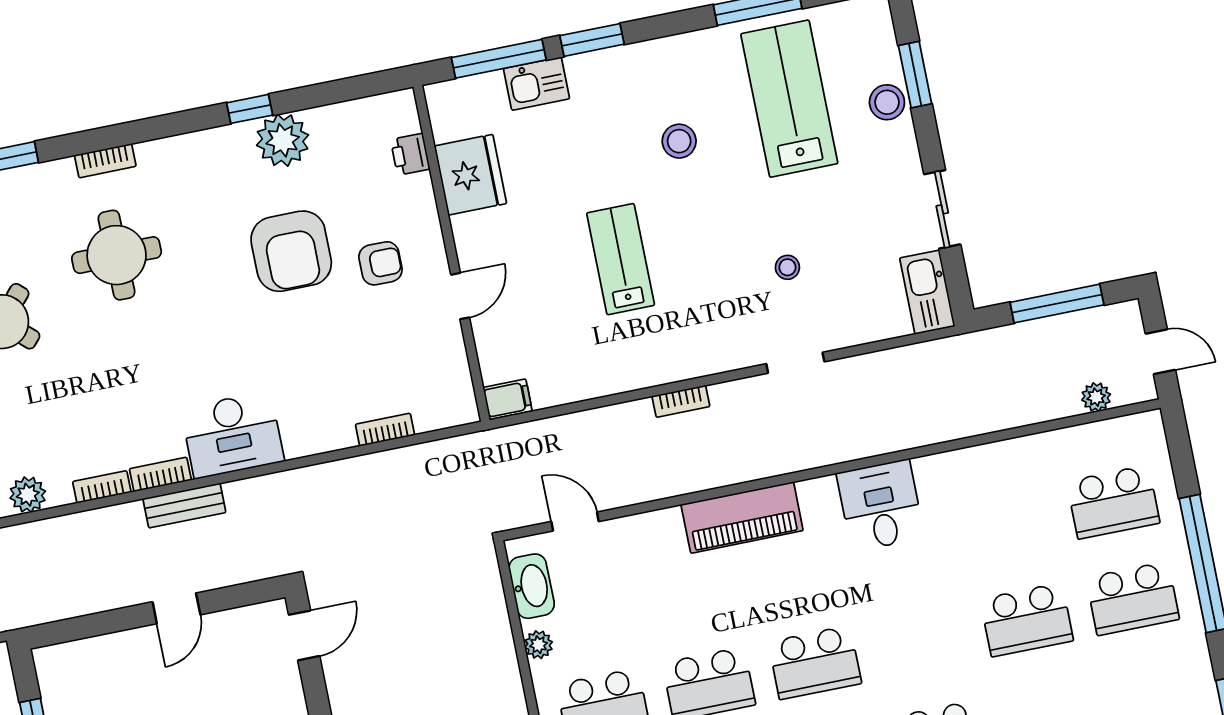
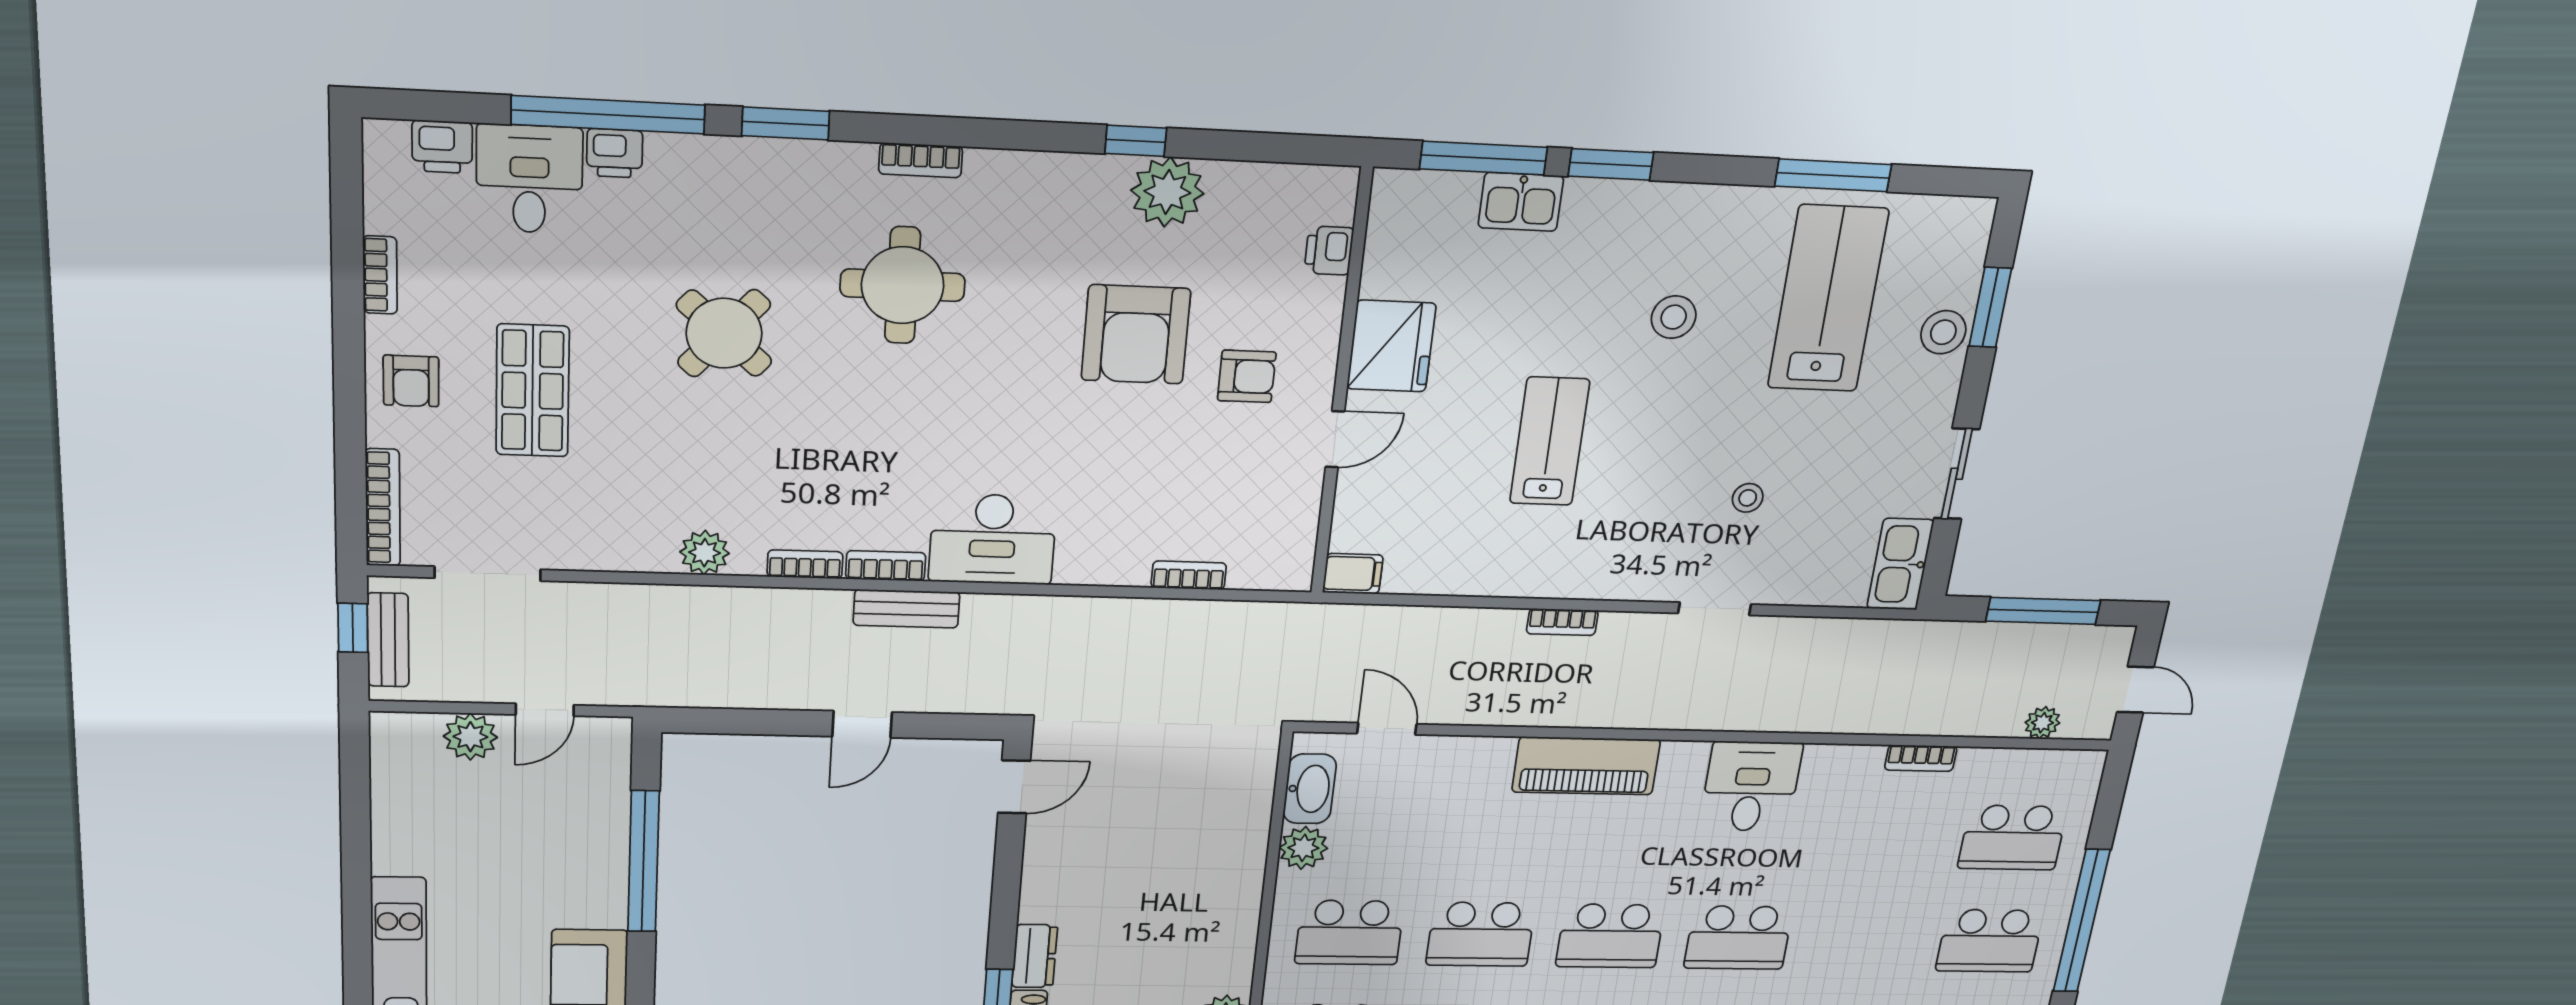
fridge: (470, 175) -> (1391, 346), moved
bookcase: (1009, 450) -> (1921, 758), added
school desk: (1027, 620) -> (1738, 938), moved
plant: (539, 645) -> (1303, 848), width x1.38, depth x1.38

